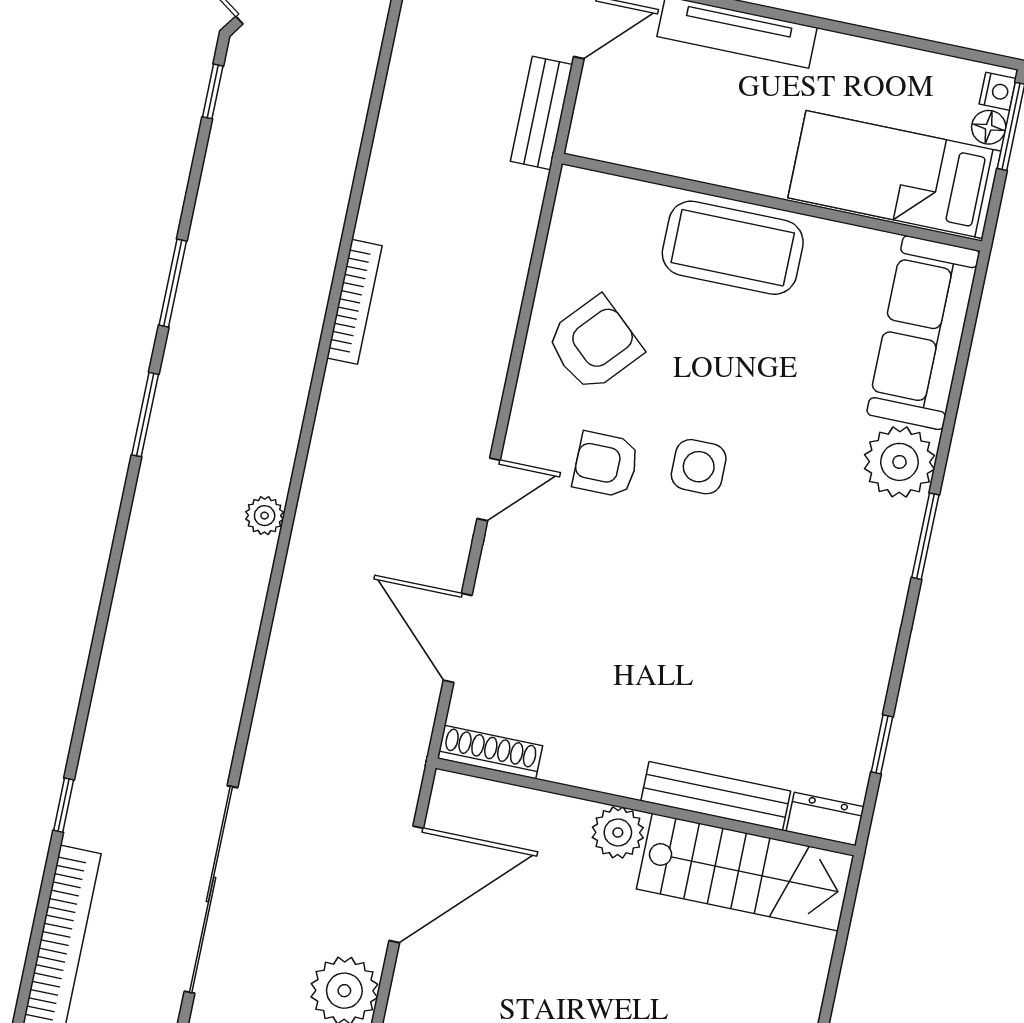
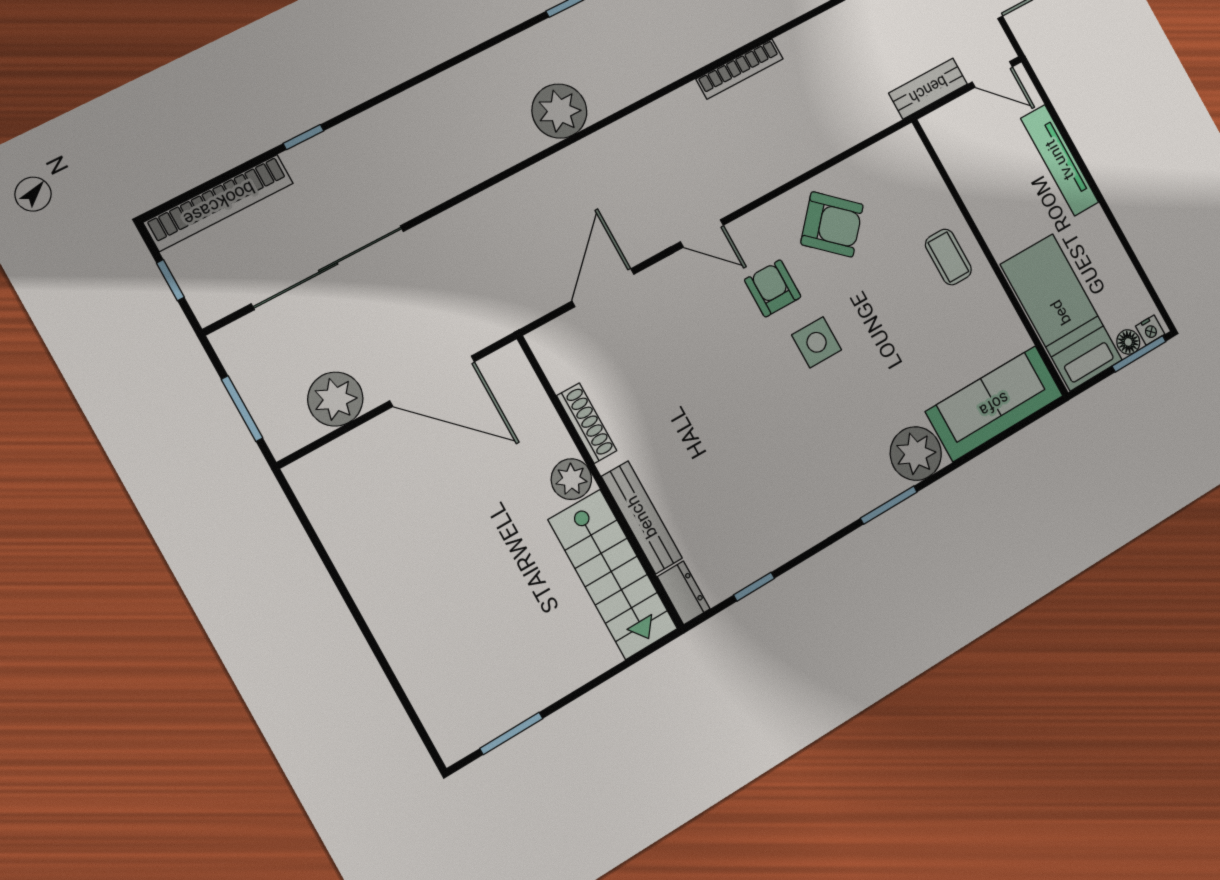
coffee table: (733, 248) -> (948, 257), width x0.54, depth x0.58
plant: (265, 516) -> (559, 111), width x1.87, depth x1.87
shoe rack: (490, 752) -> (587, 423), moved

